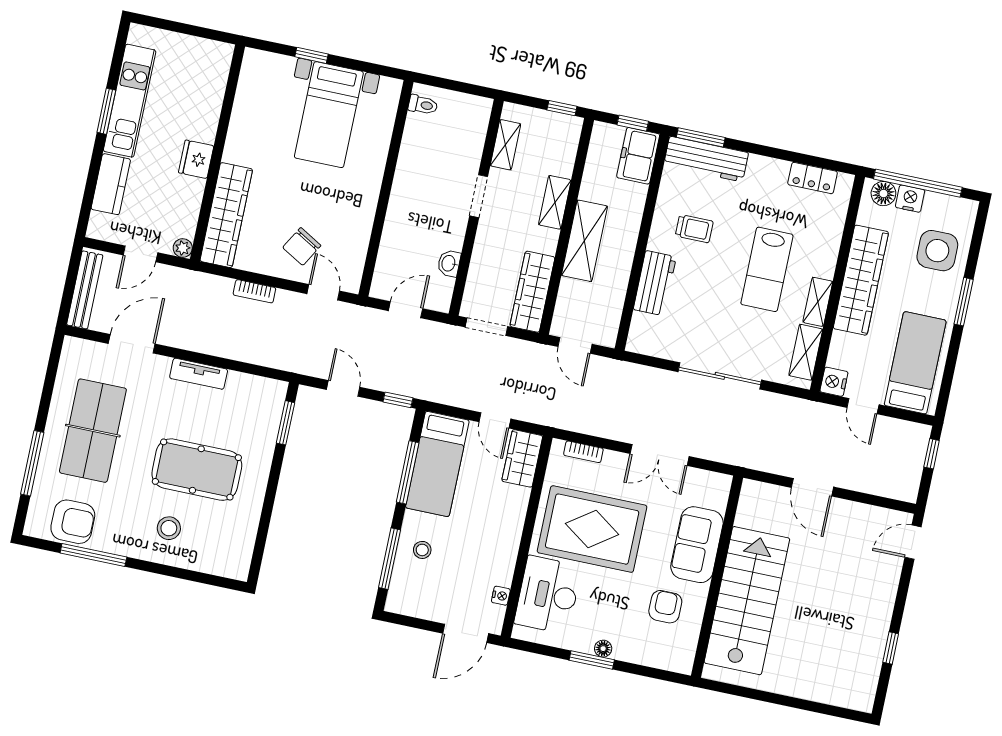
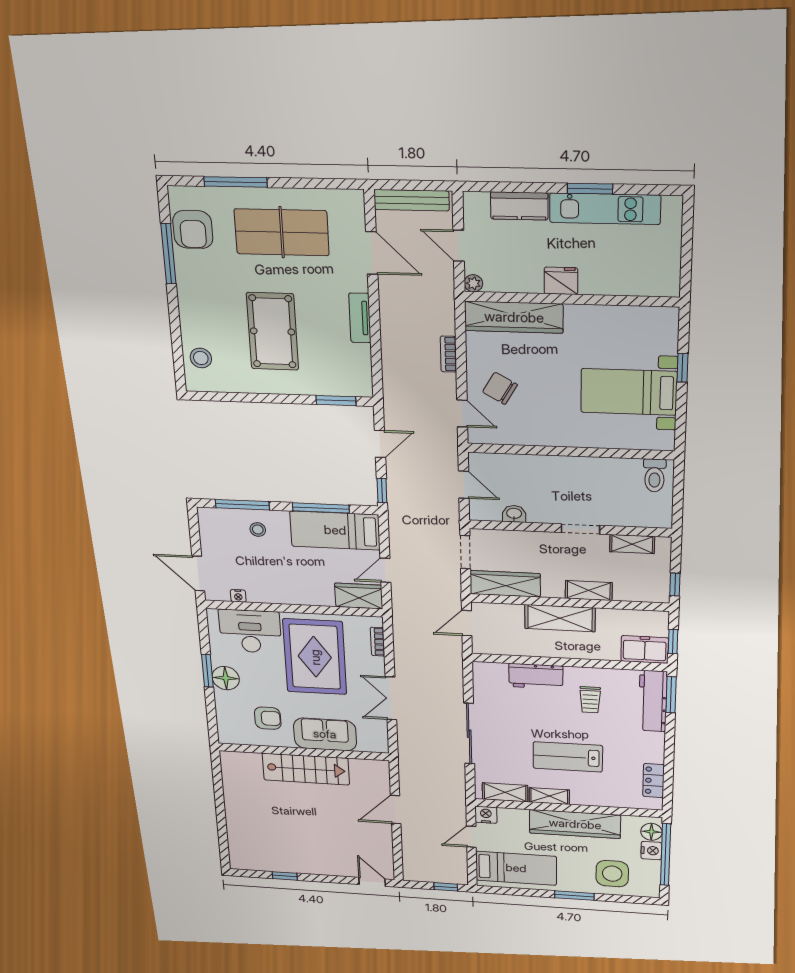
toilet: (423, 105) -> (655, 475), width x1.37, depth x1.39
door: (323, 292) -> (462, 413), hinge flipped
stool: (169, 528) -> (201, 358), moved
stairs: (747, 601) -> (306, 769), width x0.73, depth x0.66
floor lamp: (603, 649) -> (226, 678), width x1.89, depth x1.89

